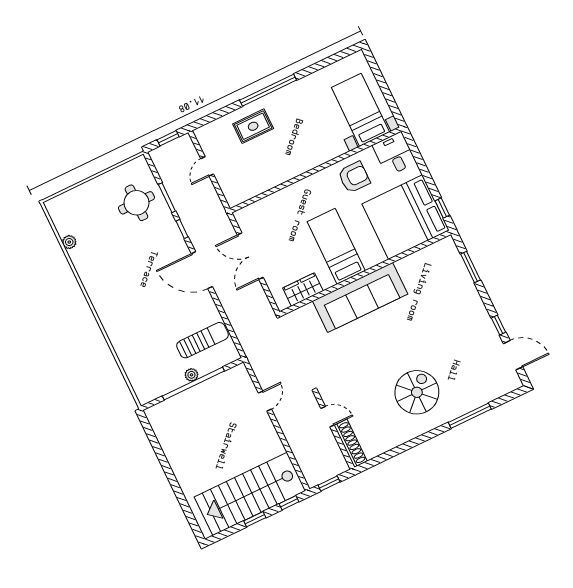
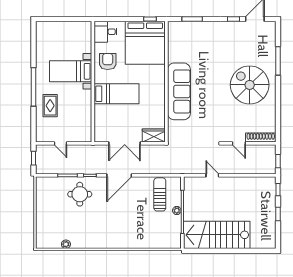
bed with nightstands: (360, 110) -> (71, 71), moved
round table: (136, 203) -> (80, 194), moved
bed: (336, 246) -> (116, 94), moved, turned 180
wardrobe: (303, 289) -> (154, 136), moved, turned 90
spiral stairs: (417, 392) -> (250, 85), width x1.37, depth x1.37
door: (328, 417) -> (239, 143), swing flipped
stairs: (250, 494) -> (217, 235), moved, turned 90

